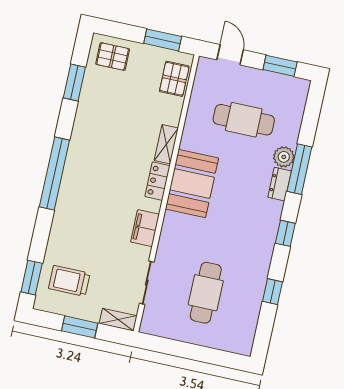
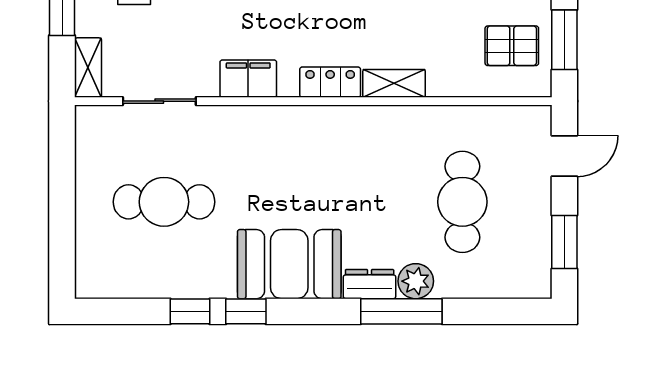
pallet: (174, 79) -> (512, 46), moved
booth: (192, 184) -> (289, 264), moved
window: (285, 233) -> (246, 311), moved

